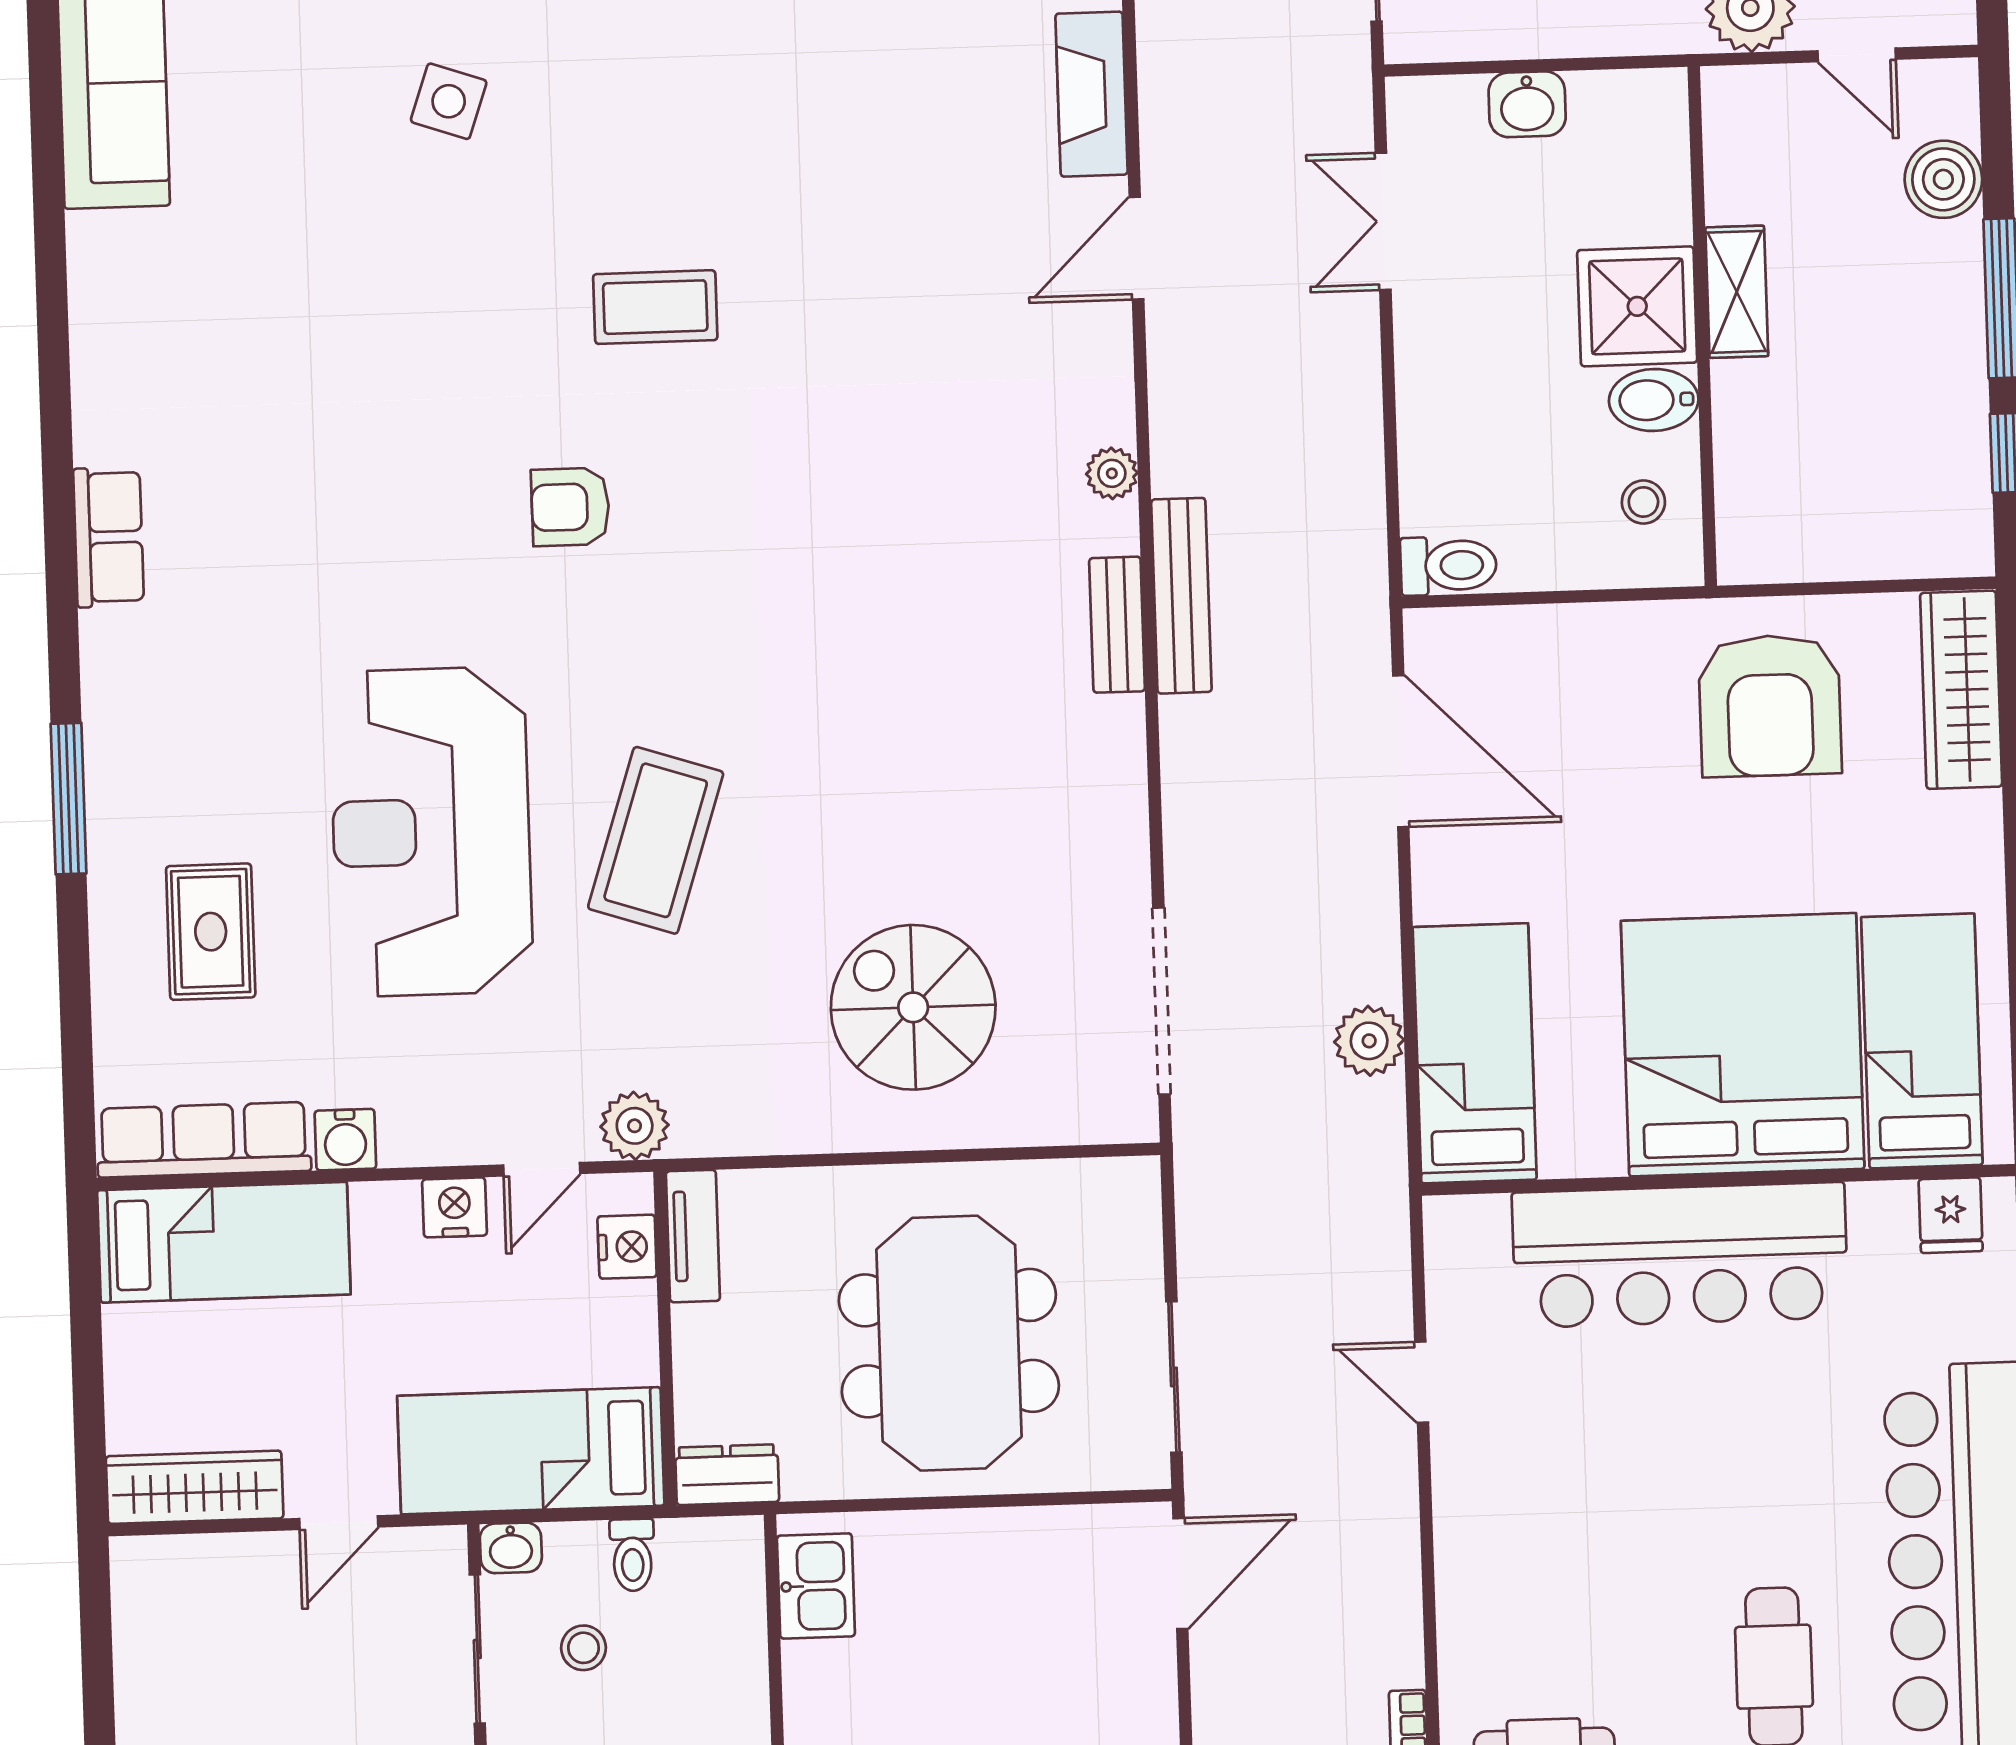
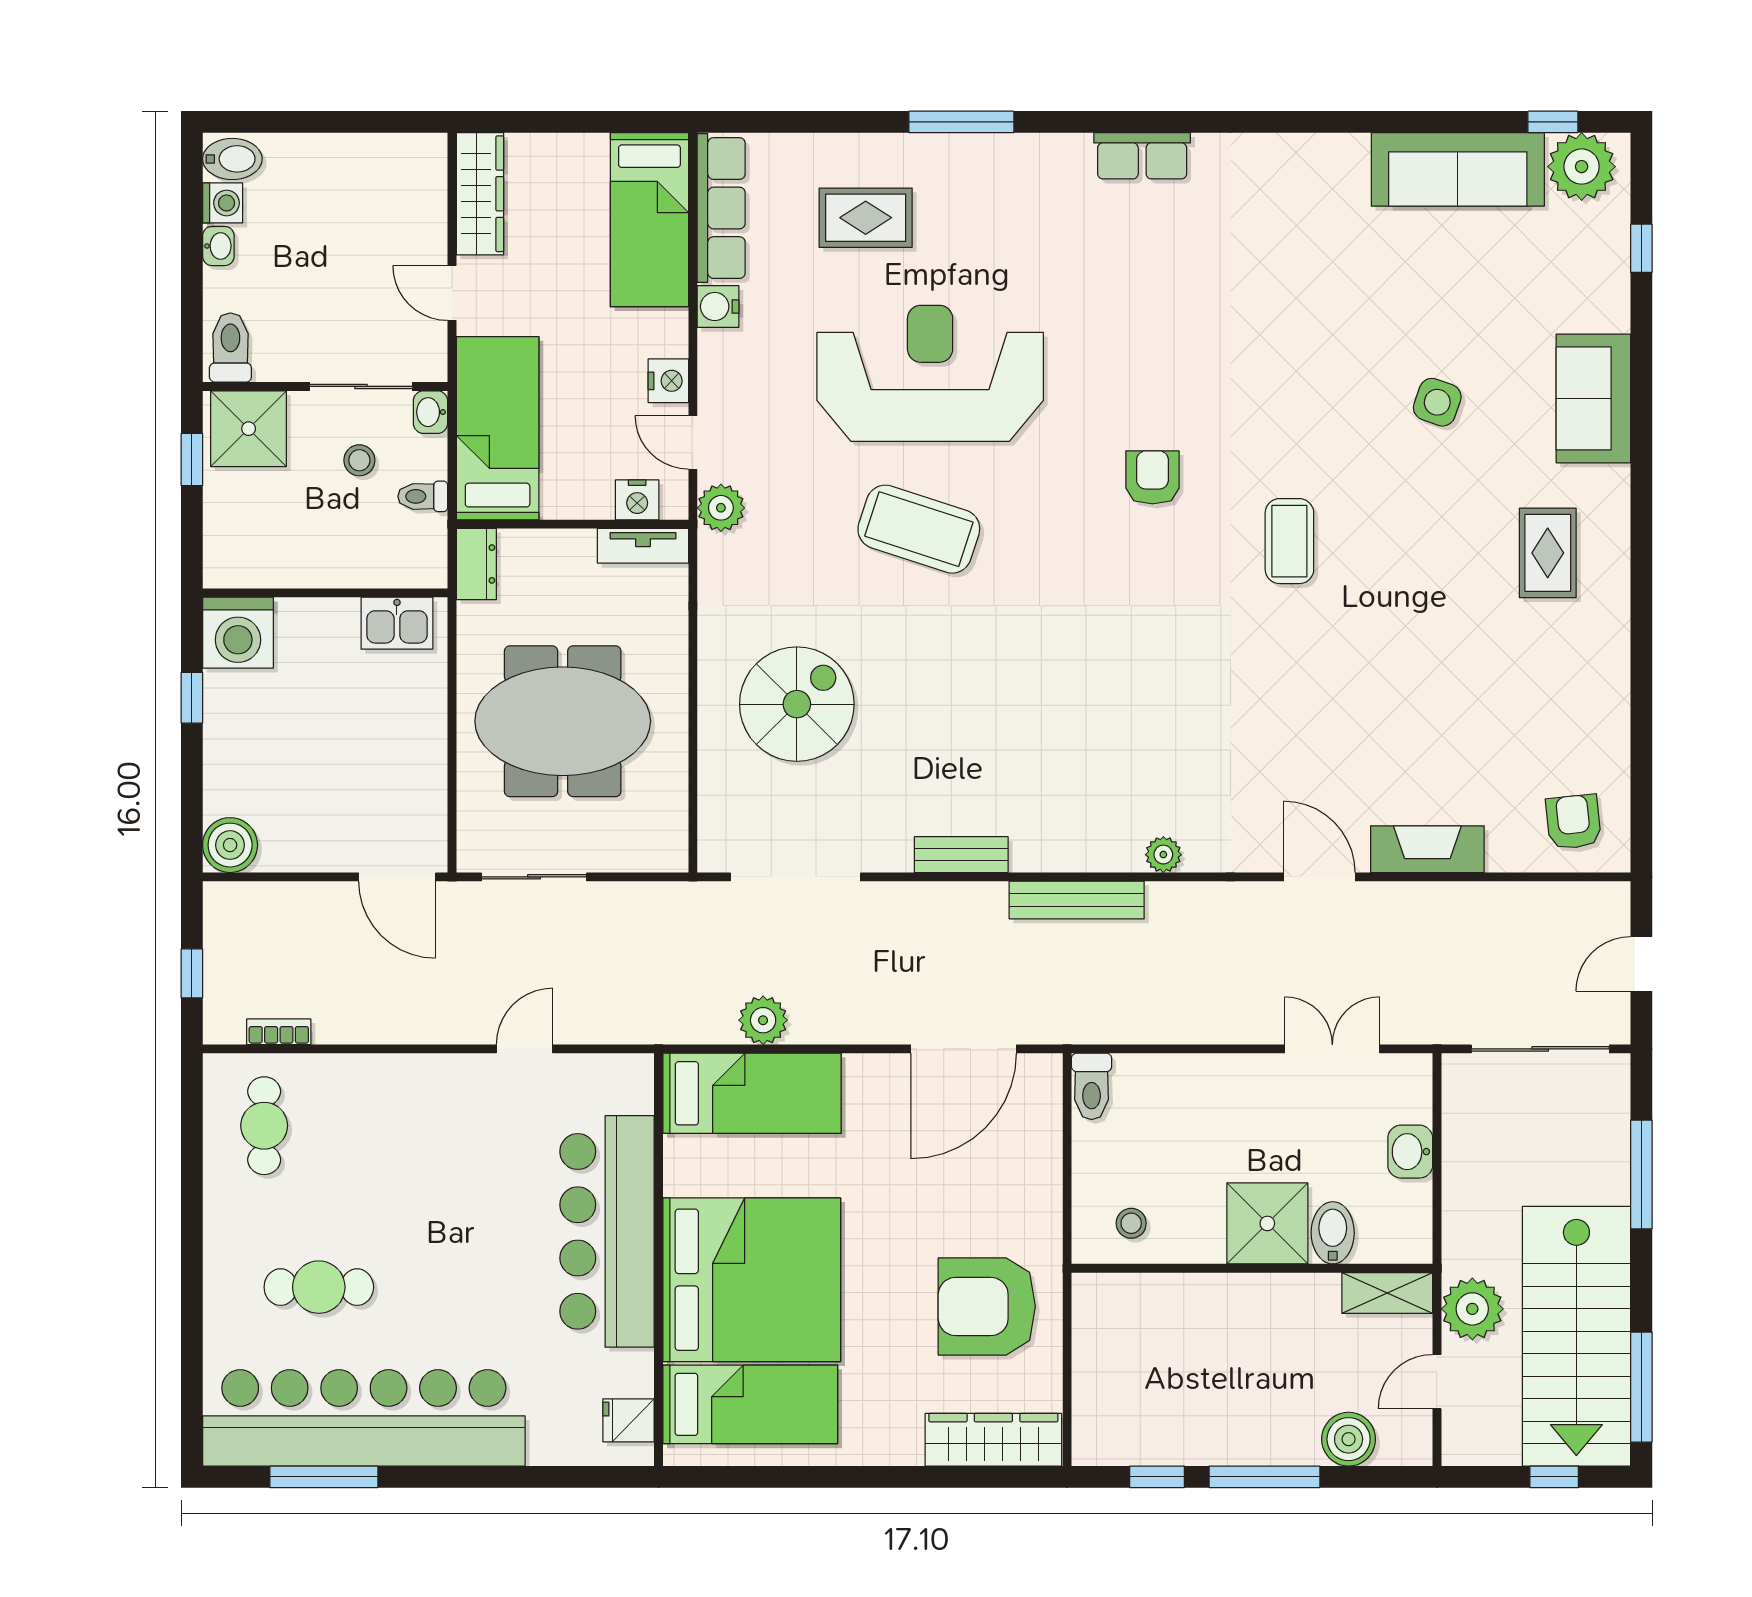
shelving: (1737, 292) -> (1387, 1293), moved
bidet: (1654, 400) -> (1333, 1233), moved
bench: (1117, 625) -> (961, 855), moved

